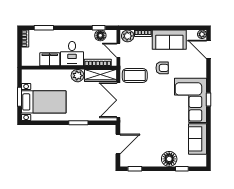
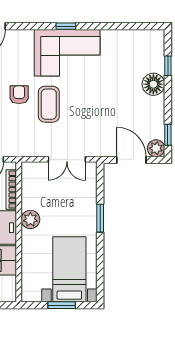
wardrobe: (101, 75) -> (30, 185), removed
coffee table: (135, 76) -> (49, 104), moved
double door: (118, 100) -> (67, 159), width x0.73
sofa: (197, 139) -> (124, 43), removed
plant: (126, 161) -> (156, 148), added

